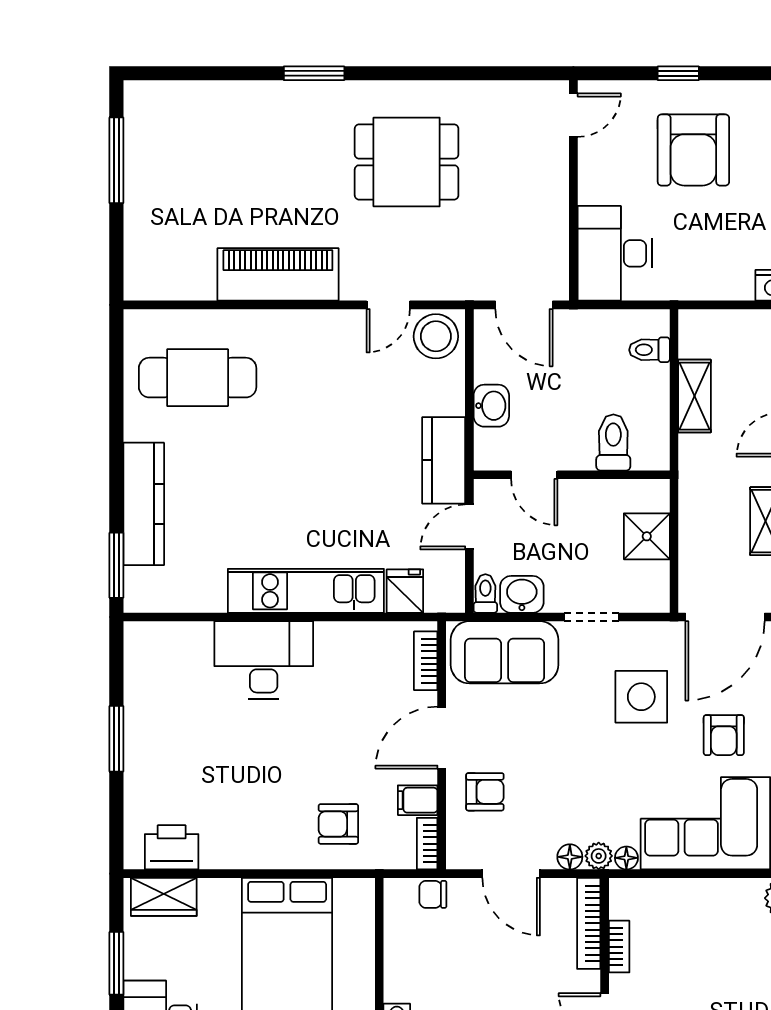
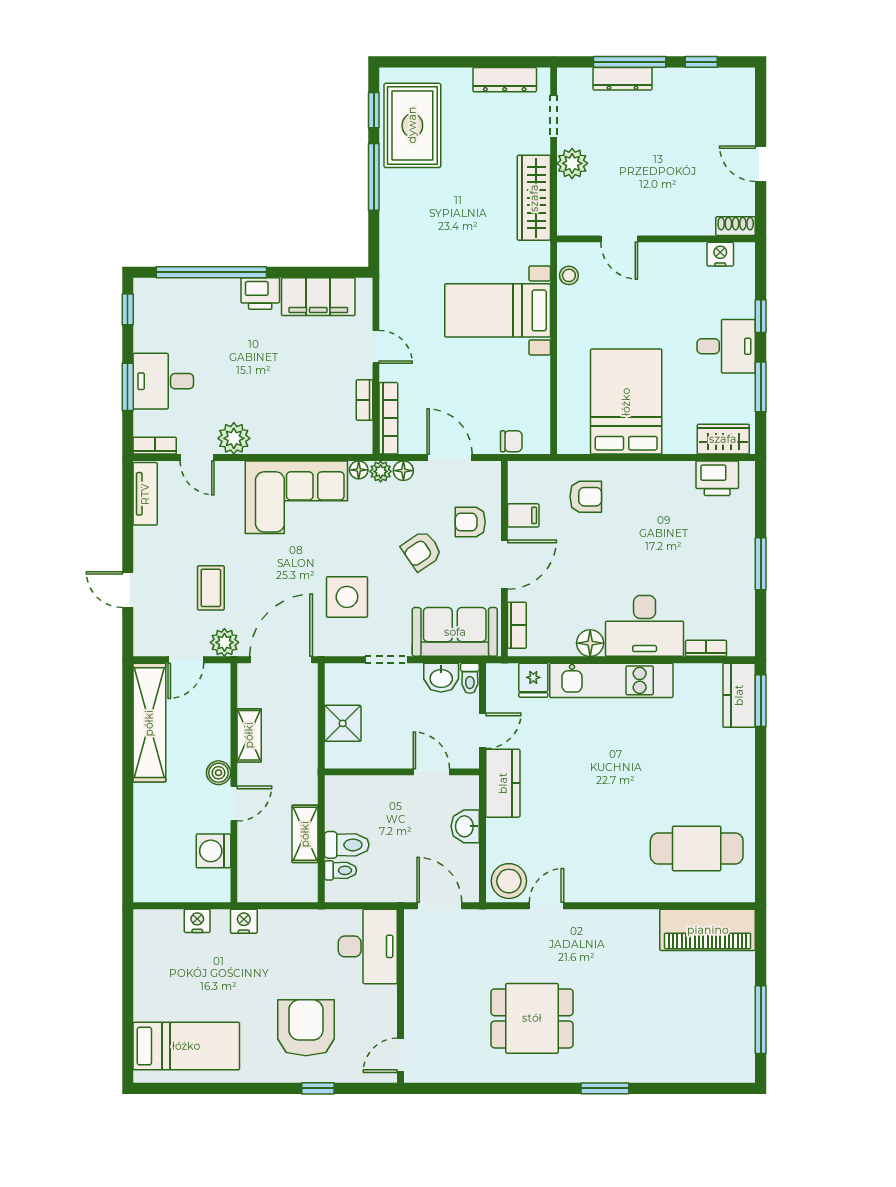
piano: (278, 274) -> (708, 930), moved
toilet: (613, 442) -> (347, 845), moved, turned -90
kitchen counter: (144, 504) -> (739, 695), moved, width x0.67
floor lamp: (333, 638) -> (590, 643), added
armchair: (724, 735) -> (422, 551), moved, turned -124
bookcase: (427, 844) -> (706, 648), moved, turned -90

